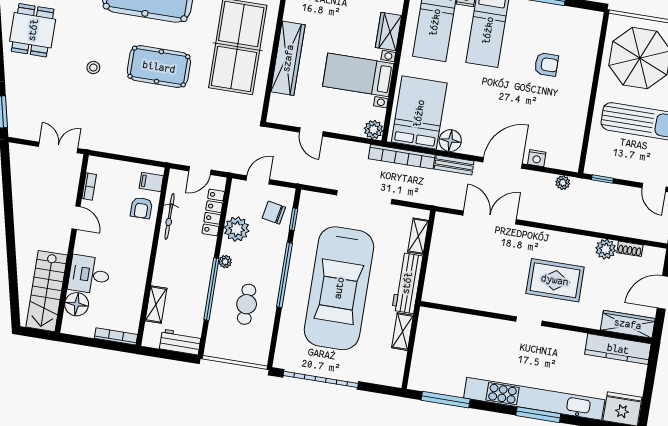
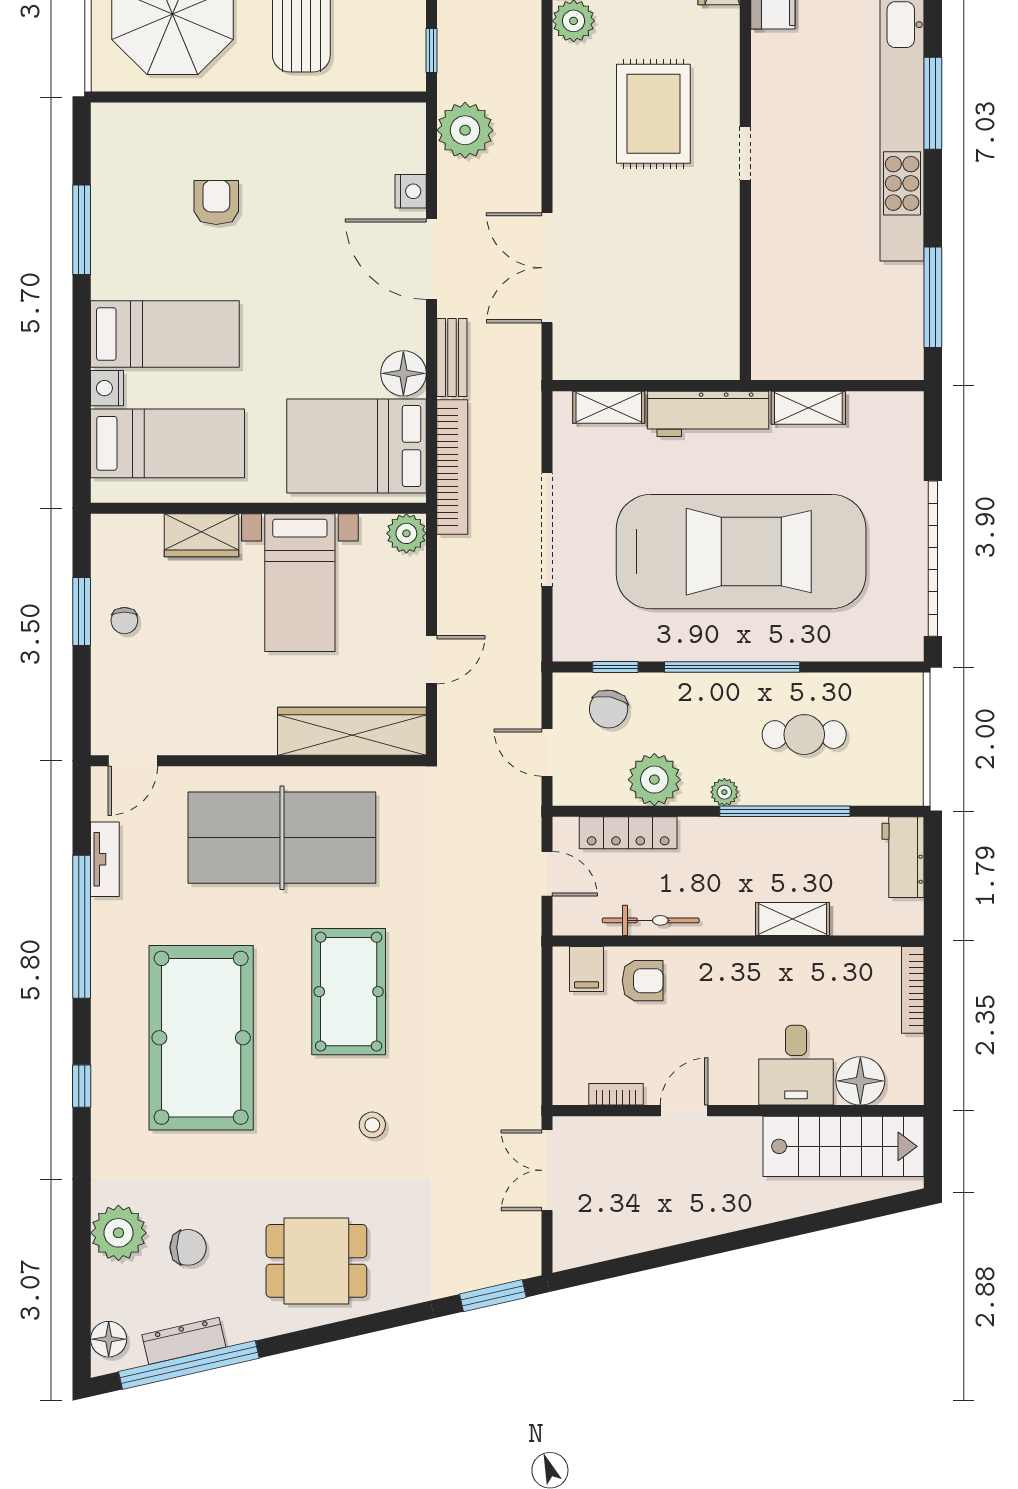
wardrobe: (288, 58) -> (352, 731), moved
plant: (563, 183) -> (465, 130), width x1.88, depth x1.88
shelving: (156, 304) -> (793, 919), moved

